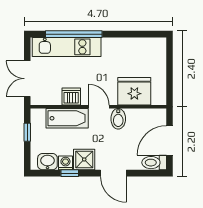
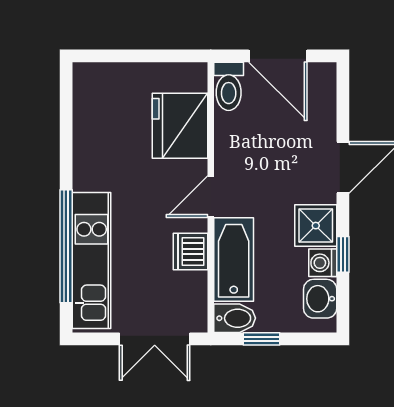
bidet: (118, 119) -> (235, 318), moved
toilet: (154, 163) -> (229, 86), moved

